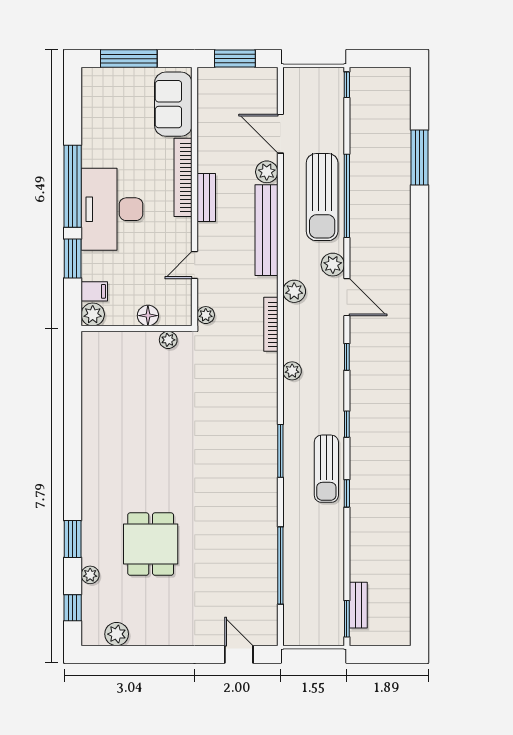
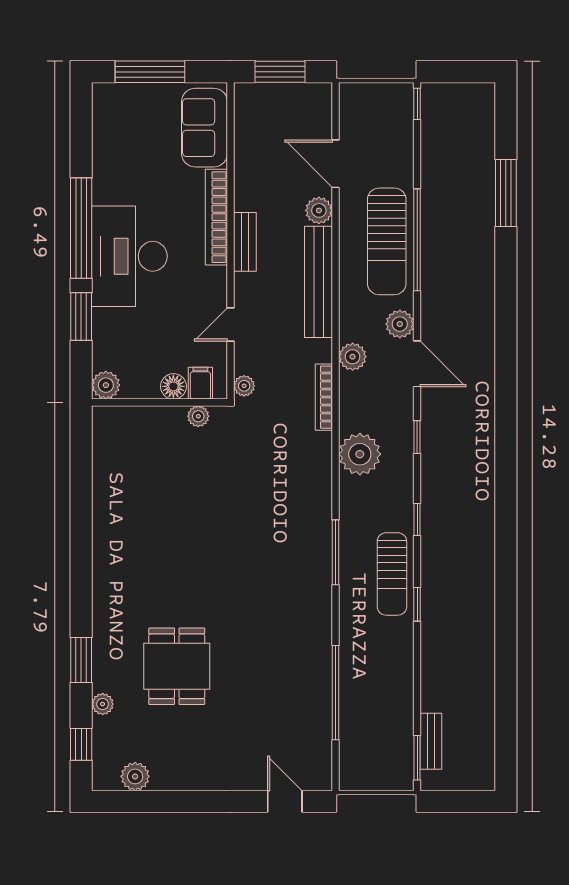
filing cabinet: (94, 291) -> (200, 383), moved, turned -90
plant: (292, 371) -> (360, 454), width x1.87, depth x1.87

